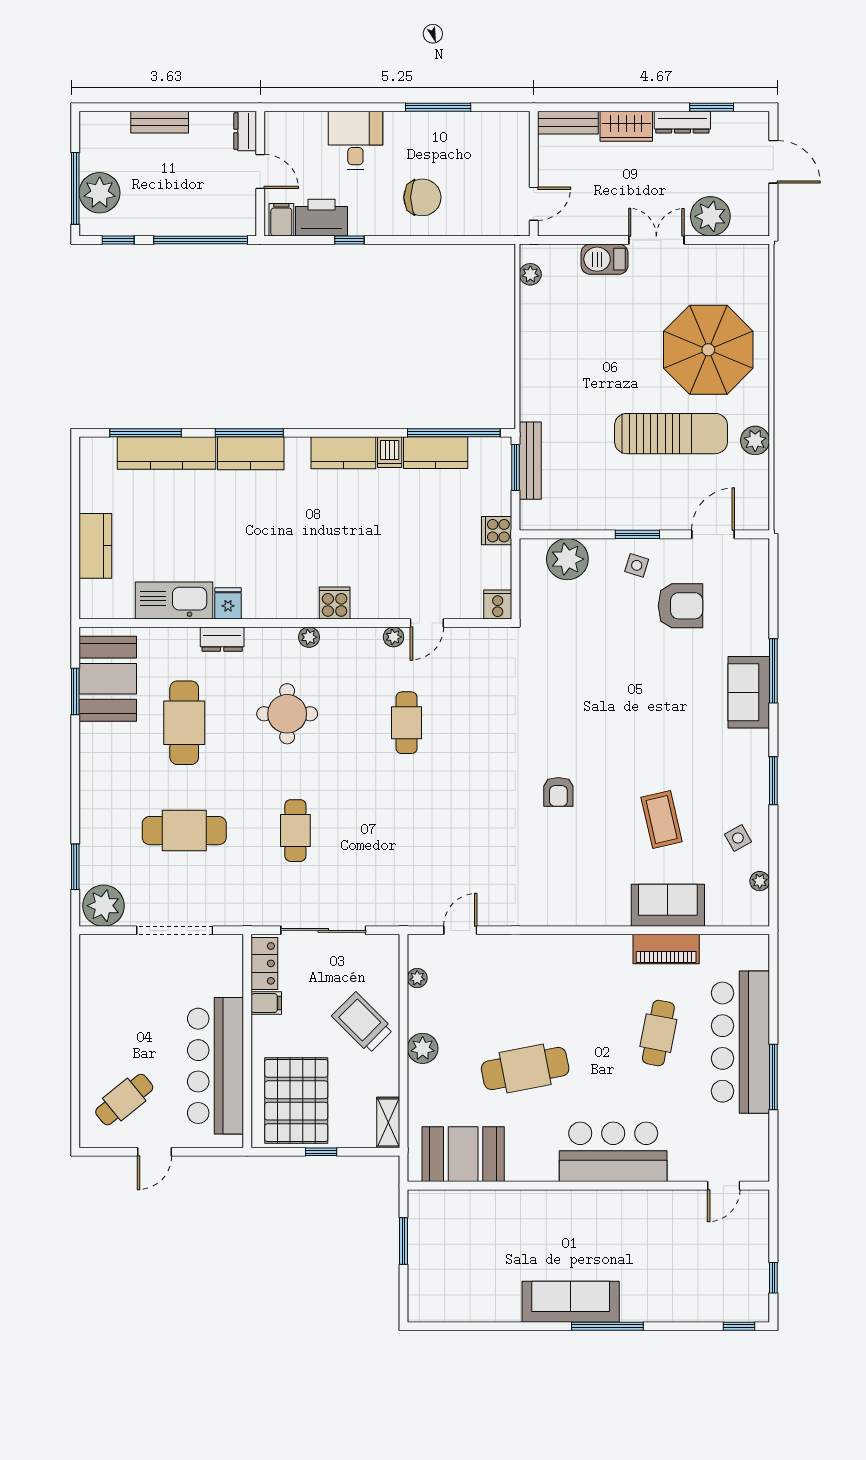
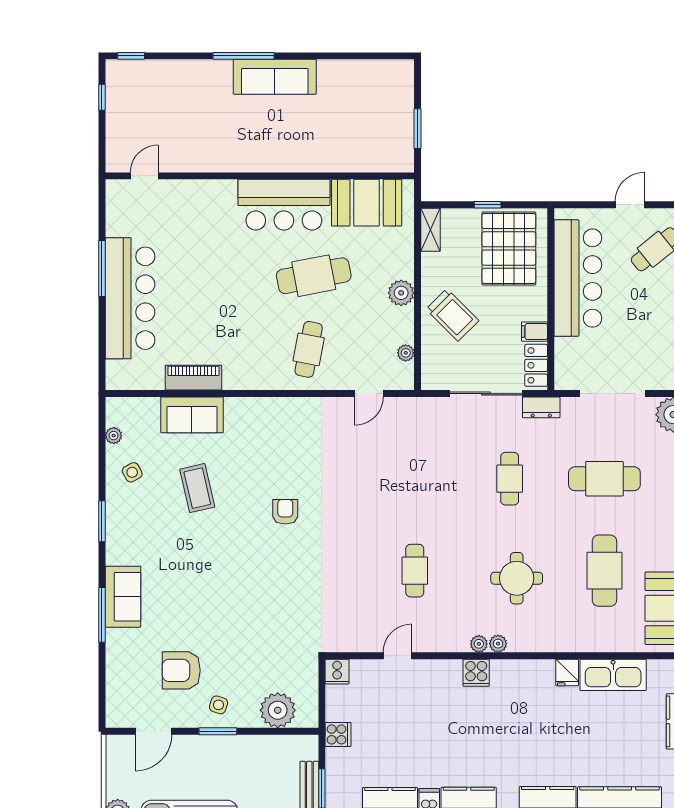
plant: (394, 637) -> (479, 644), moved
dresser: (222, 639) -> (541, 407), moved, turned 180
cafe table: (658, 1033) -> (309, 349), moved
bar counter: (613, 1152) -> (284, 205), moved

